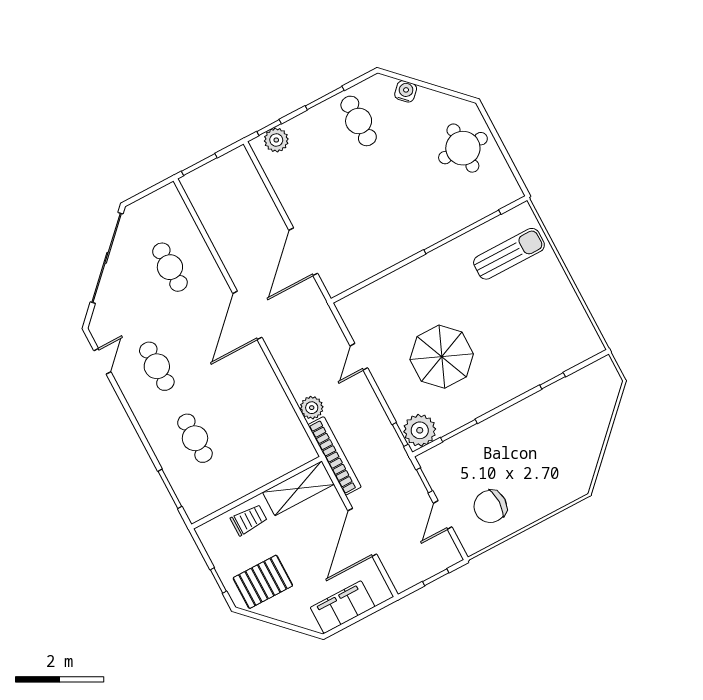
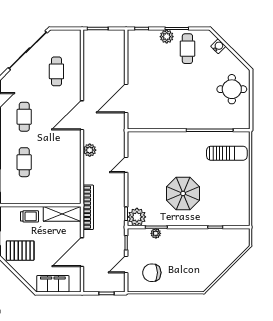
plant: (276, 140) -> (167, 37), moved
parasol: (442, 357) -> (183, 193), moved
plant: (312, 408) -> (90, 150), moved
plant: (463, 441) -> (156, 233), added

